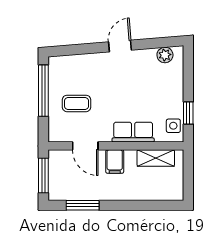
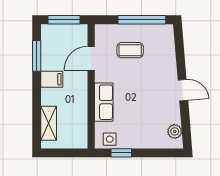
coffee table: (77, 103) -> (130, 50), turned 90
shelving: (156, 158) -> (49, 123), moved
filing cabinet: (115, 162) -> (52, 79), moved, turned 180

